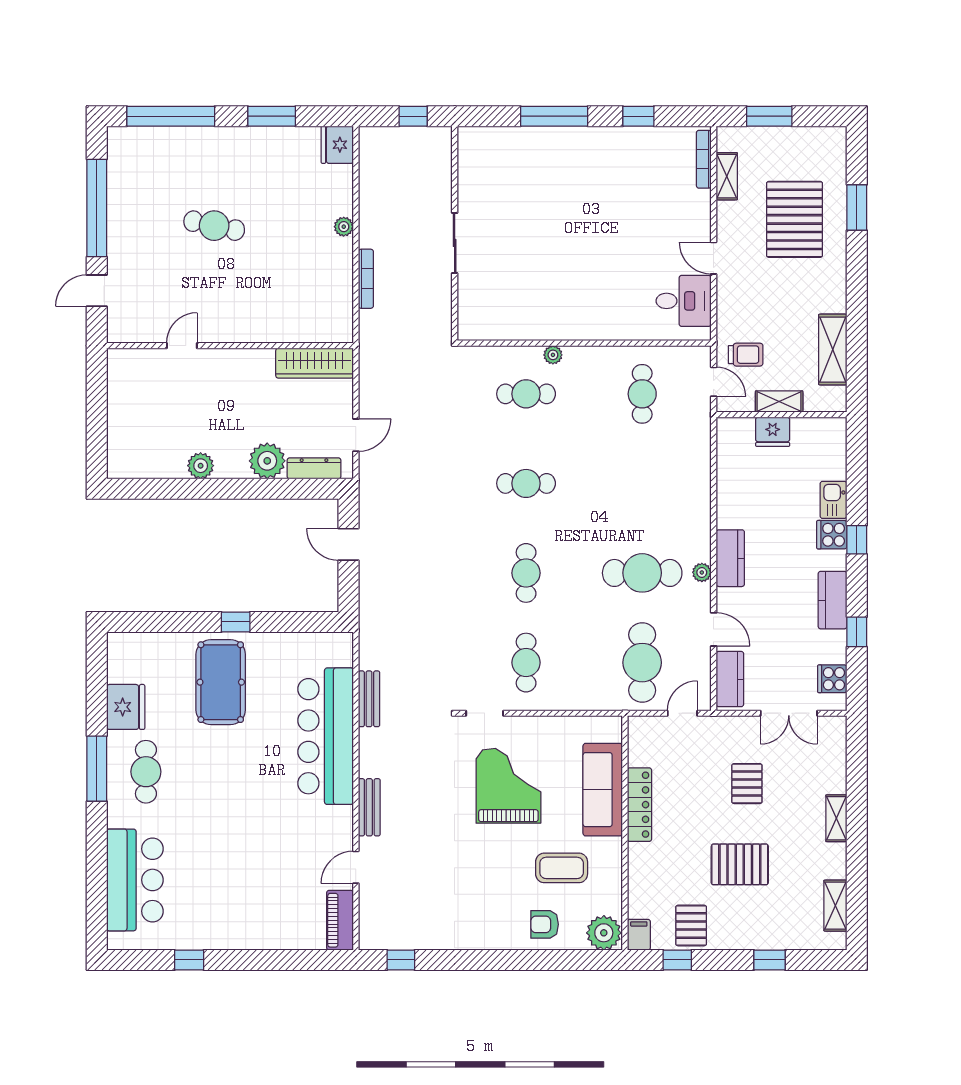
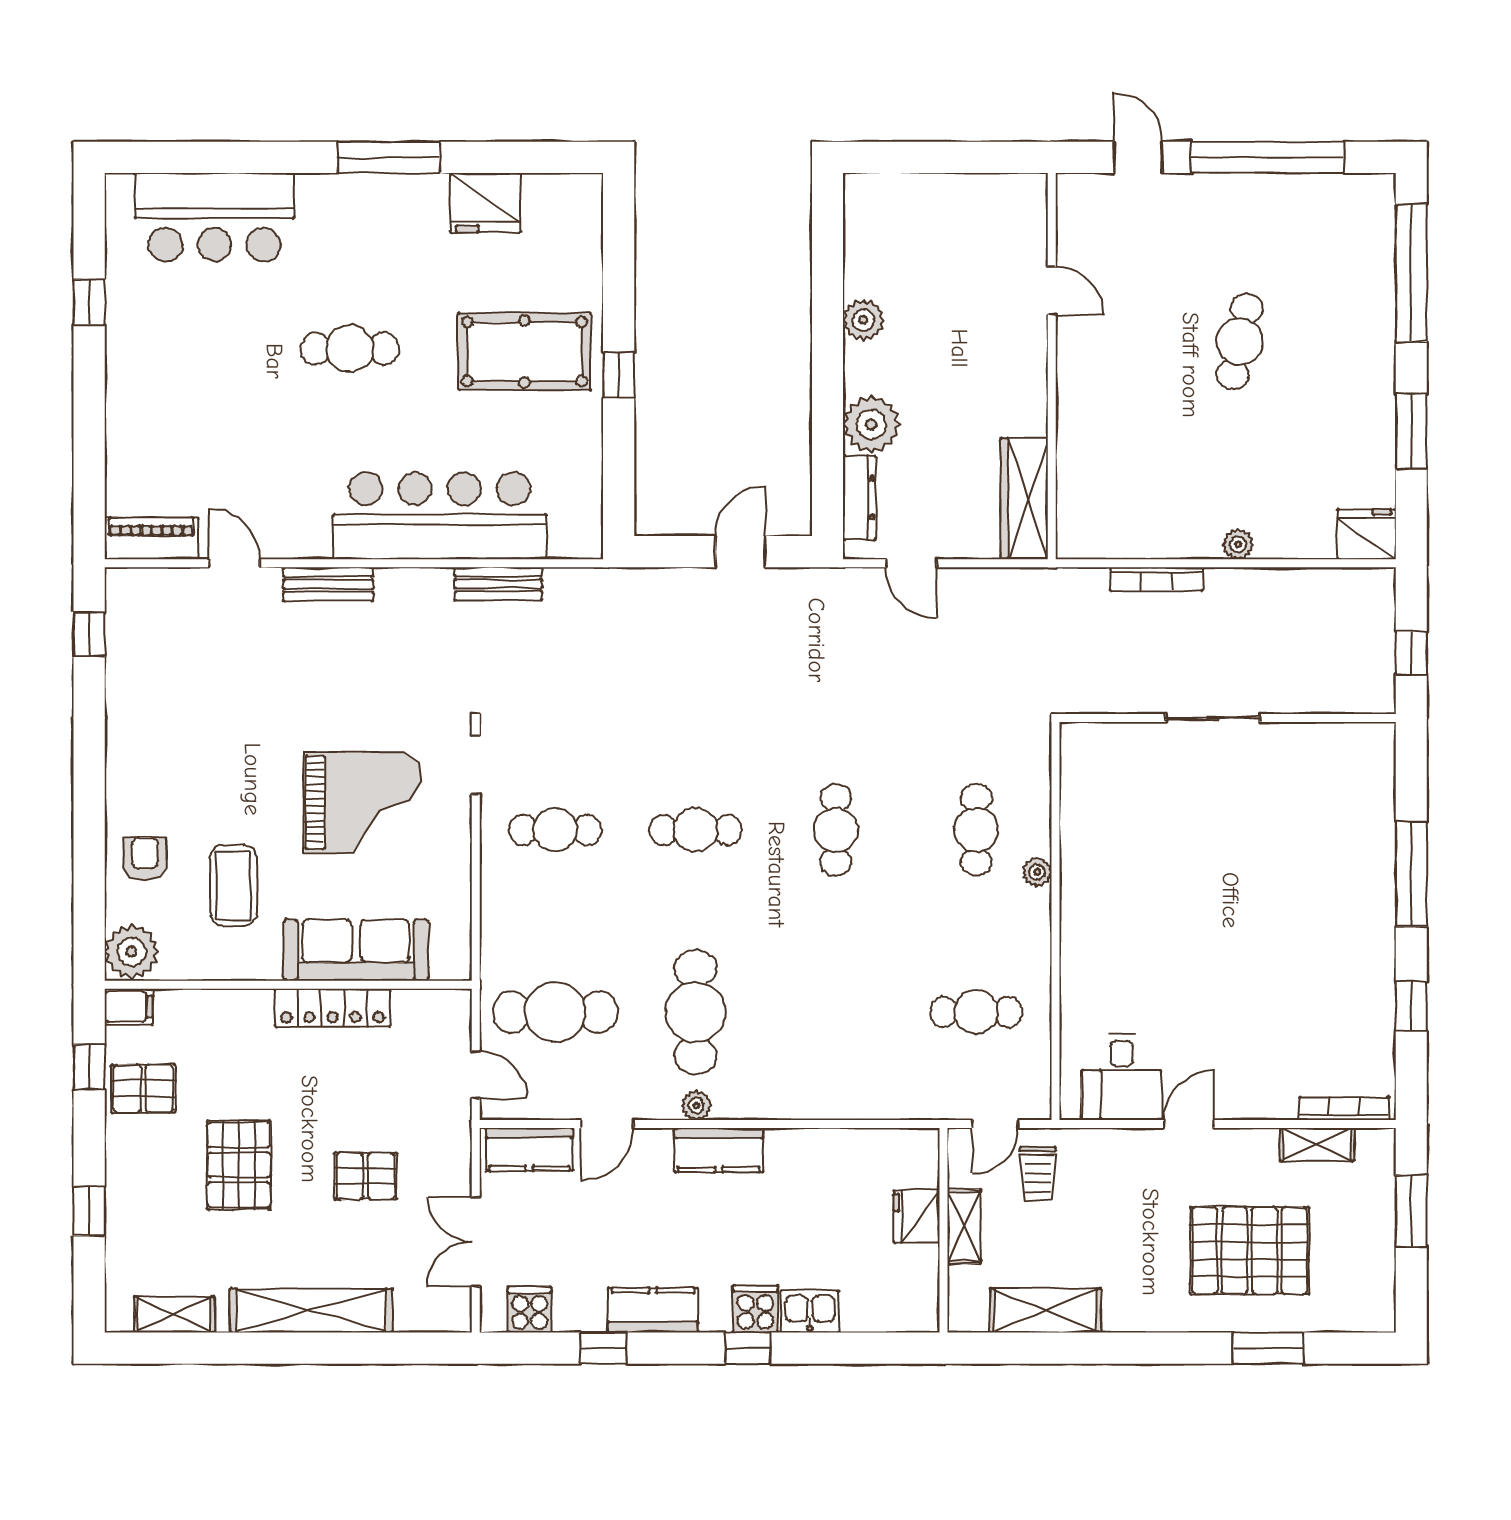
cafe table: (146, 772) -> (350, 349), moved
shelving: (836, 818) -> (311, 1311), width x2.20, depth x1.33

